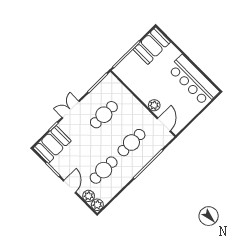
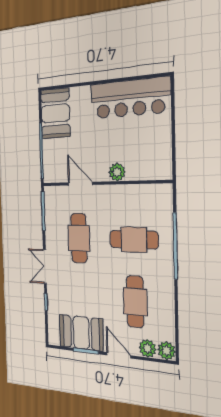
door: (164, 125) -> (80, 184), moved
cafe table: (131, 143) -> (134, 240), turned 90
booth: (52, 144) -> (81, 333), moved, turned 90

